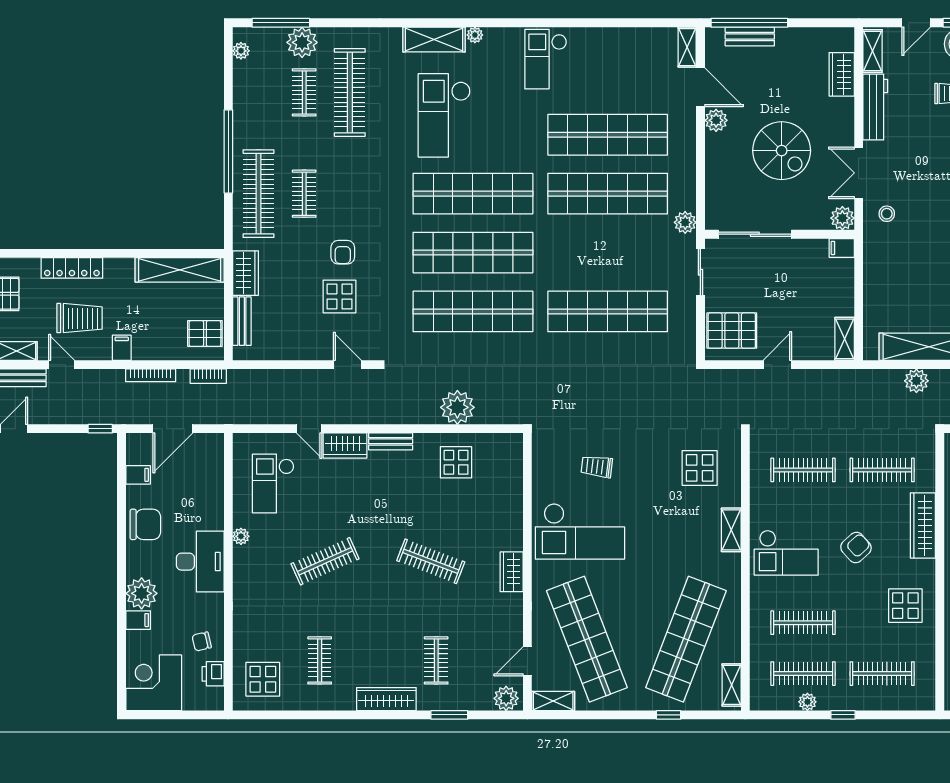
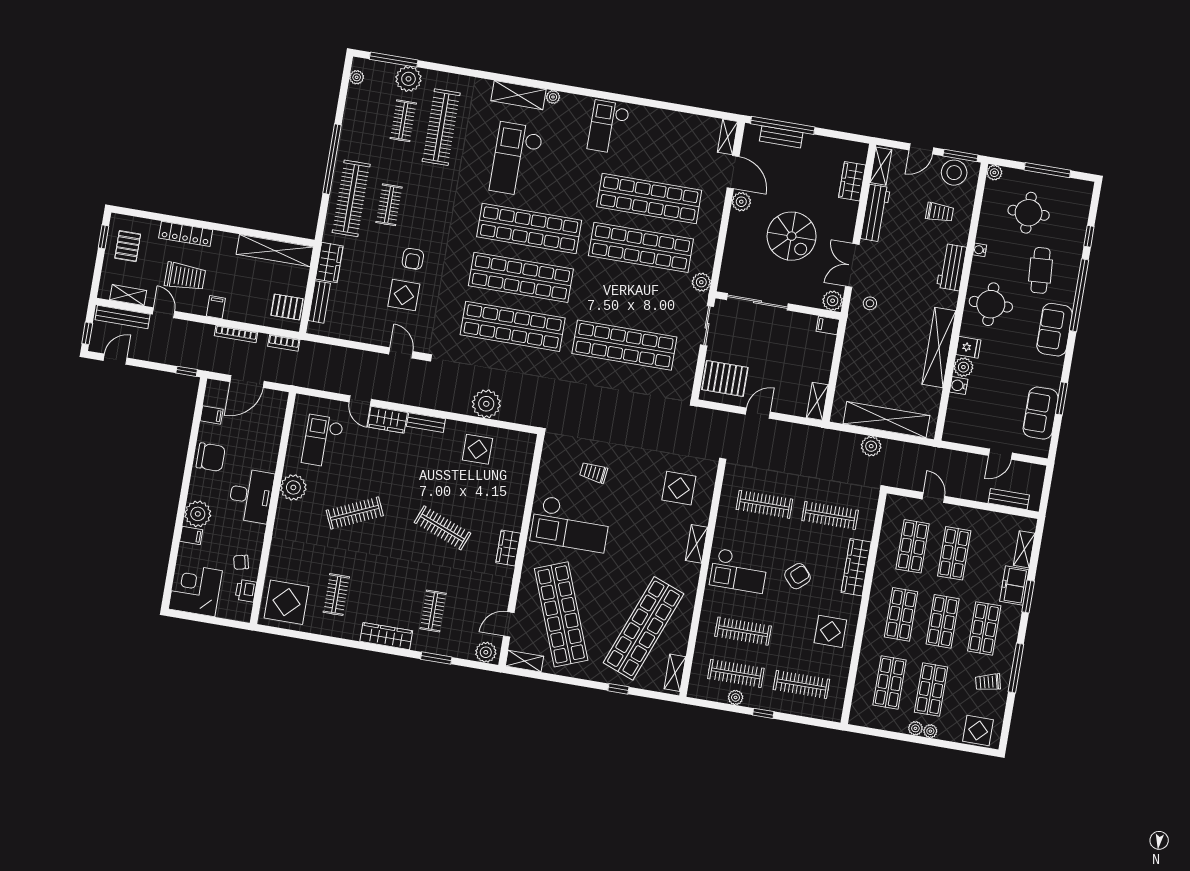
plant: (241, 536) -> (293, 487), width x1.88, depth x1.88
display table: (263, 679) -> (287, 602), width x1.36, depth x1.36

